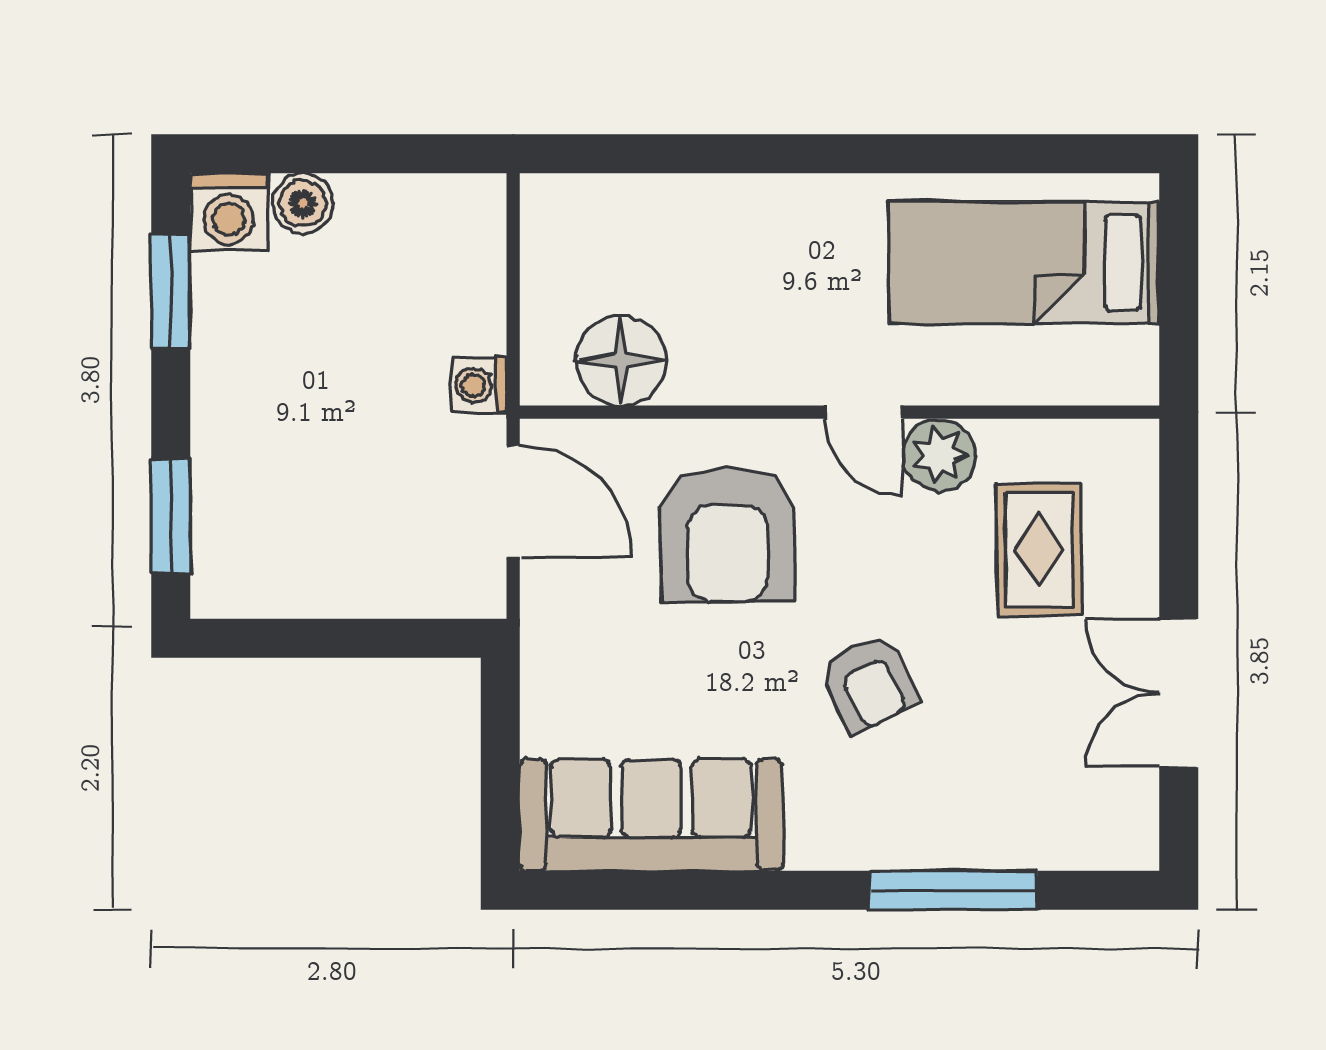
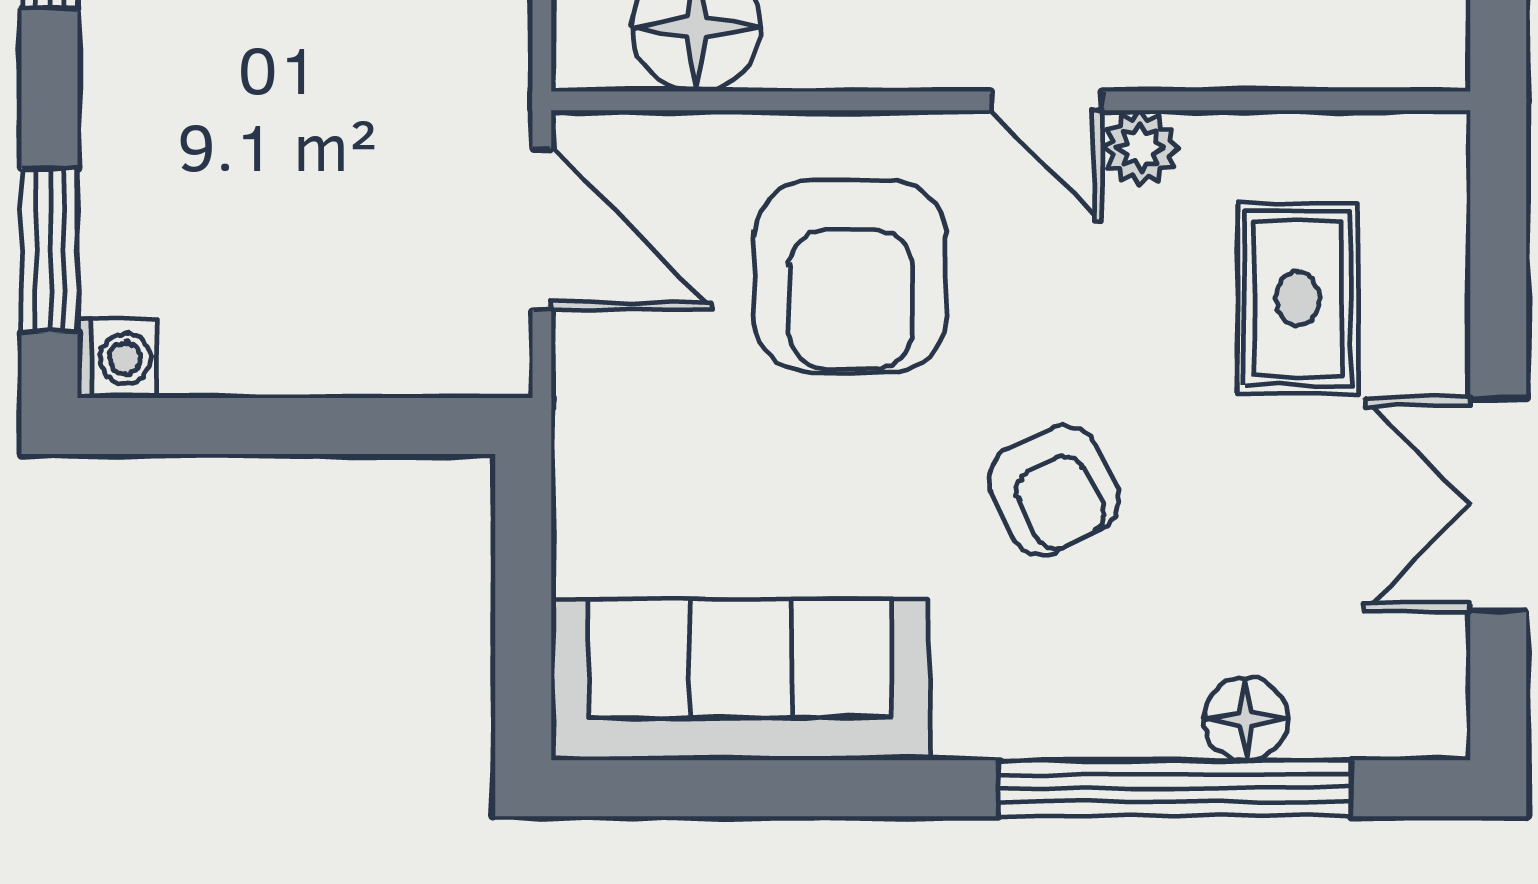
washing machine: (479, 385) -> (117, 359), moved, turned 180
plant: (939, 455) -> (1140, 148), width x0.73, depth x0.73
floor lamp: (1003, 842) -> (1246, 718), added
window: (954, 890) -> (1175, 788), width x1.46

